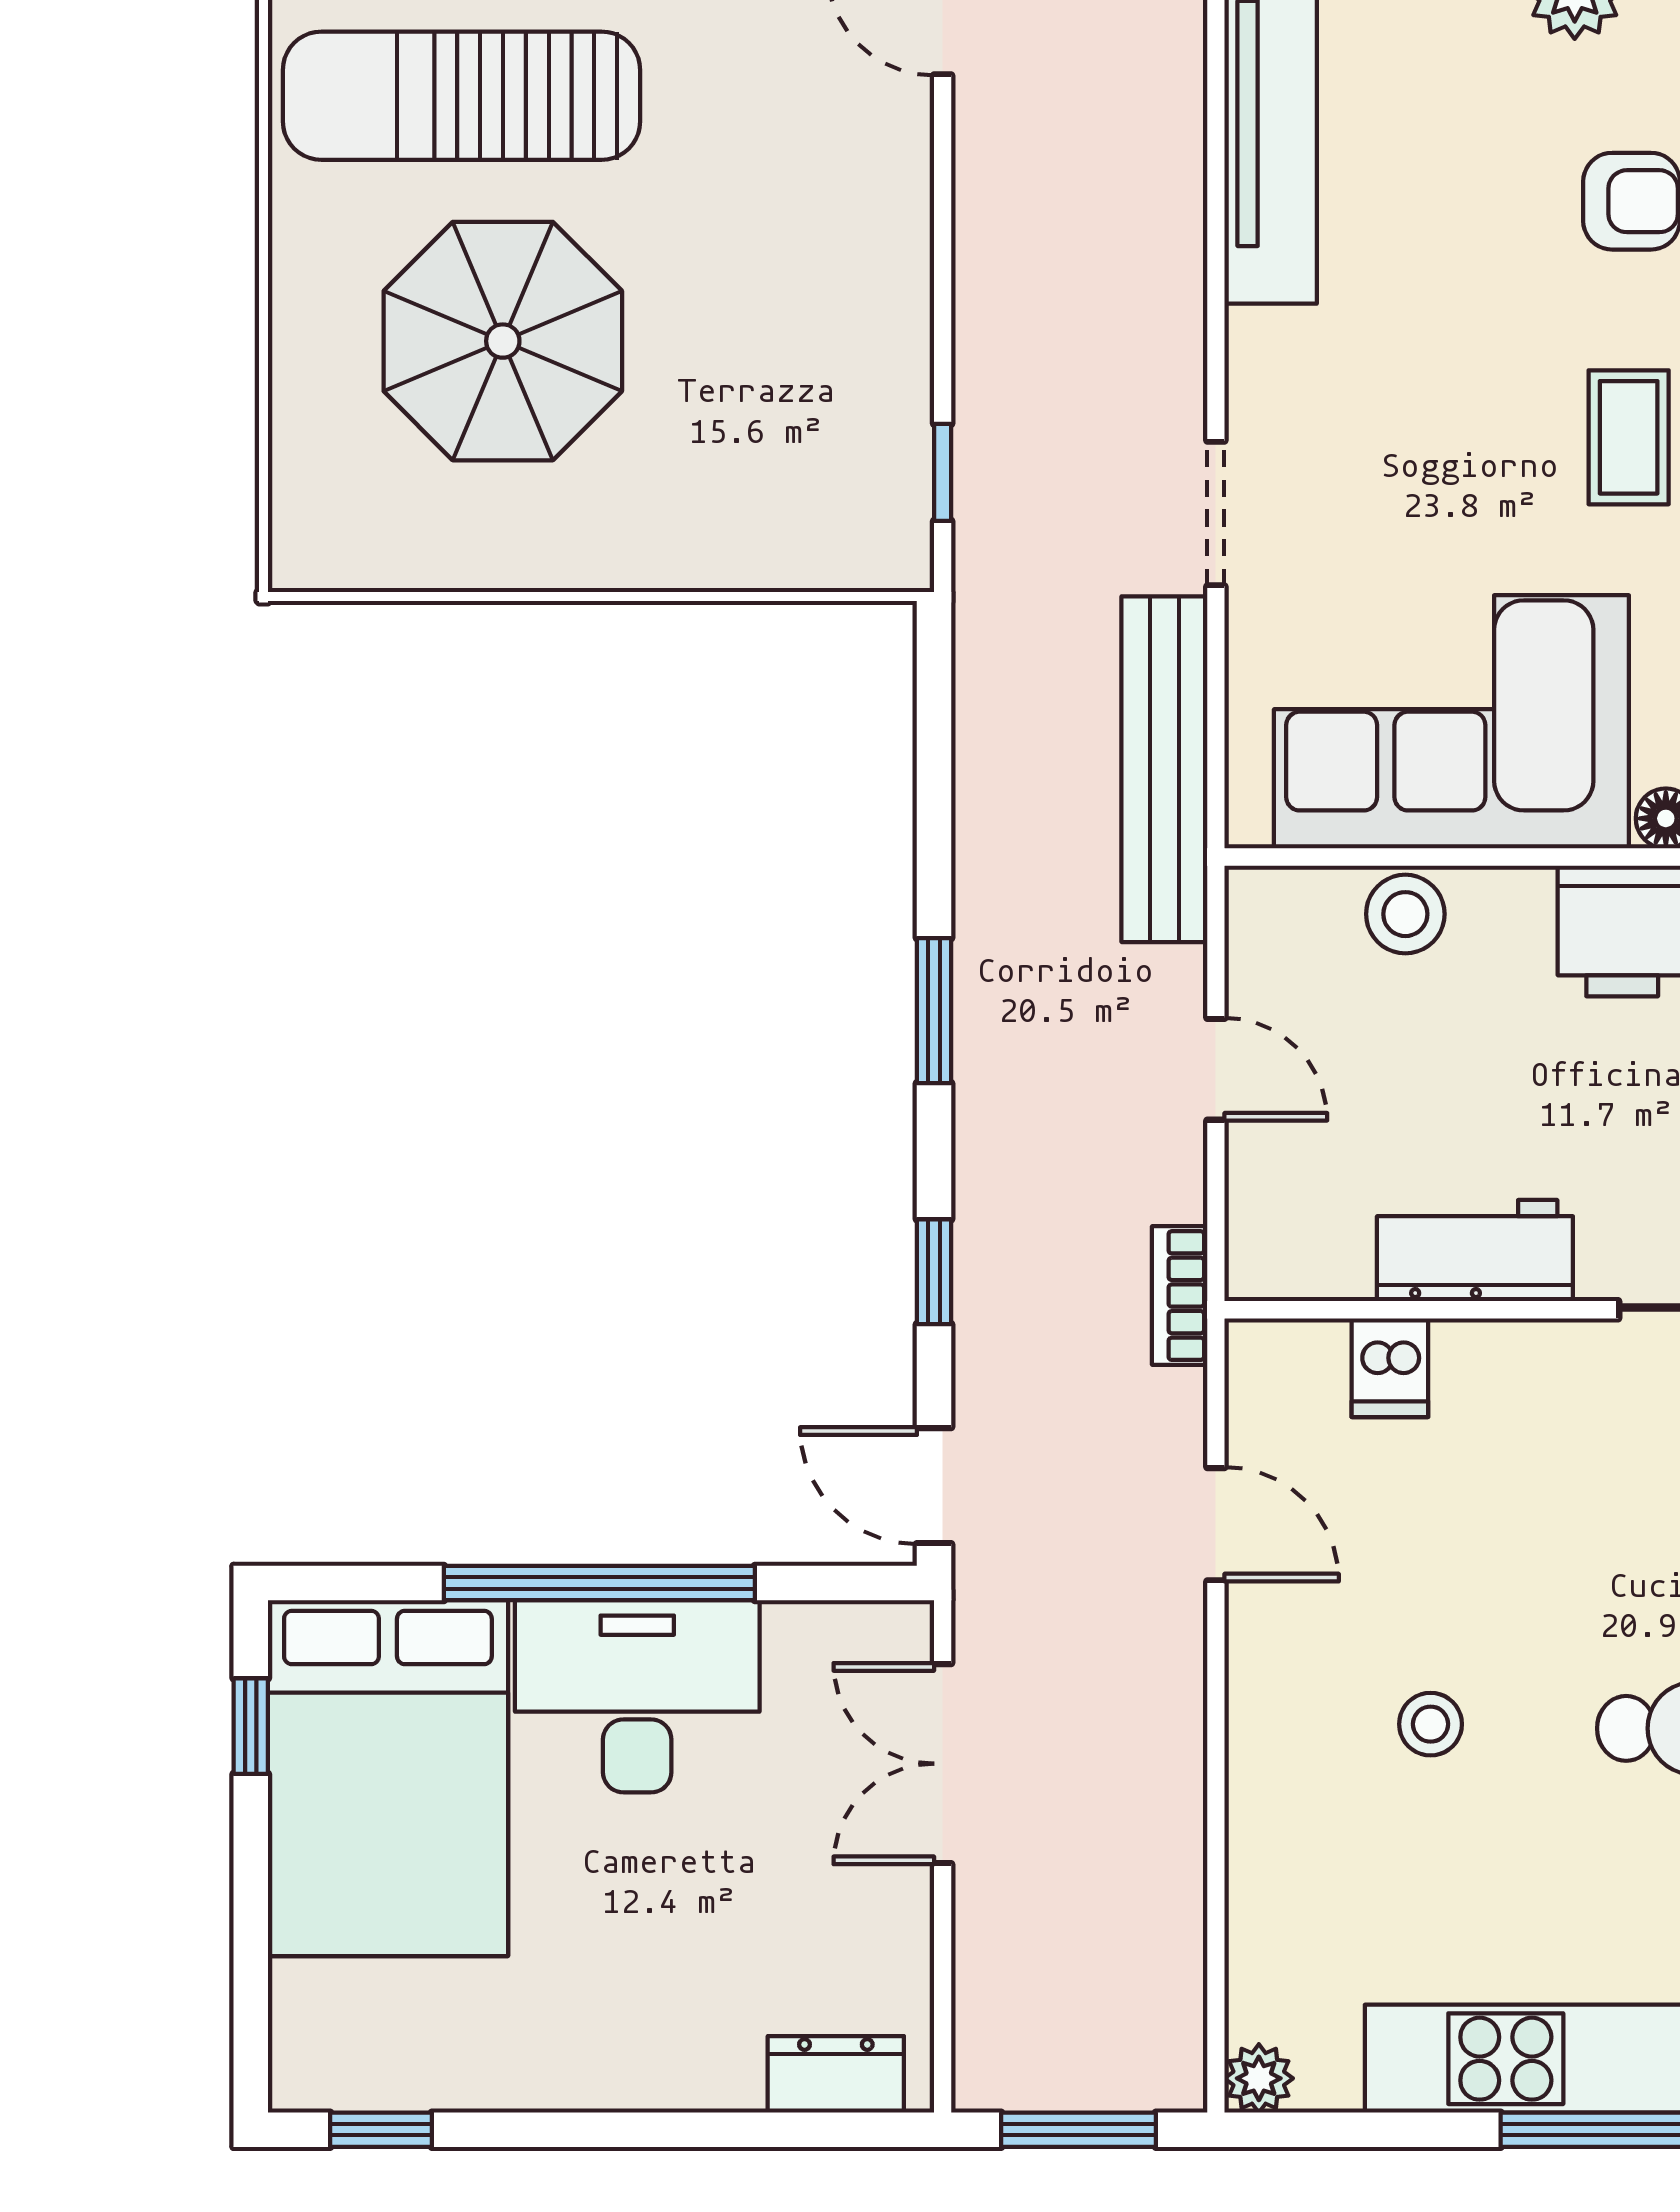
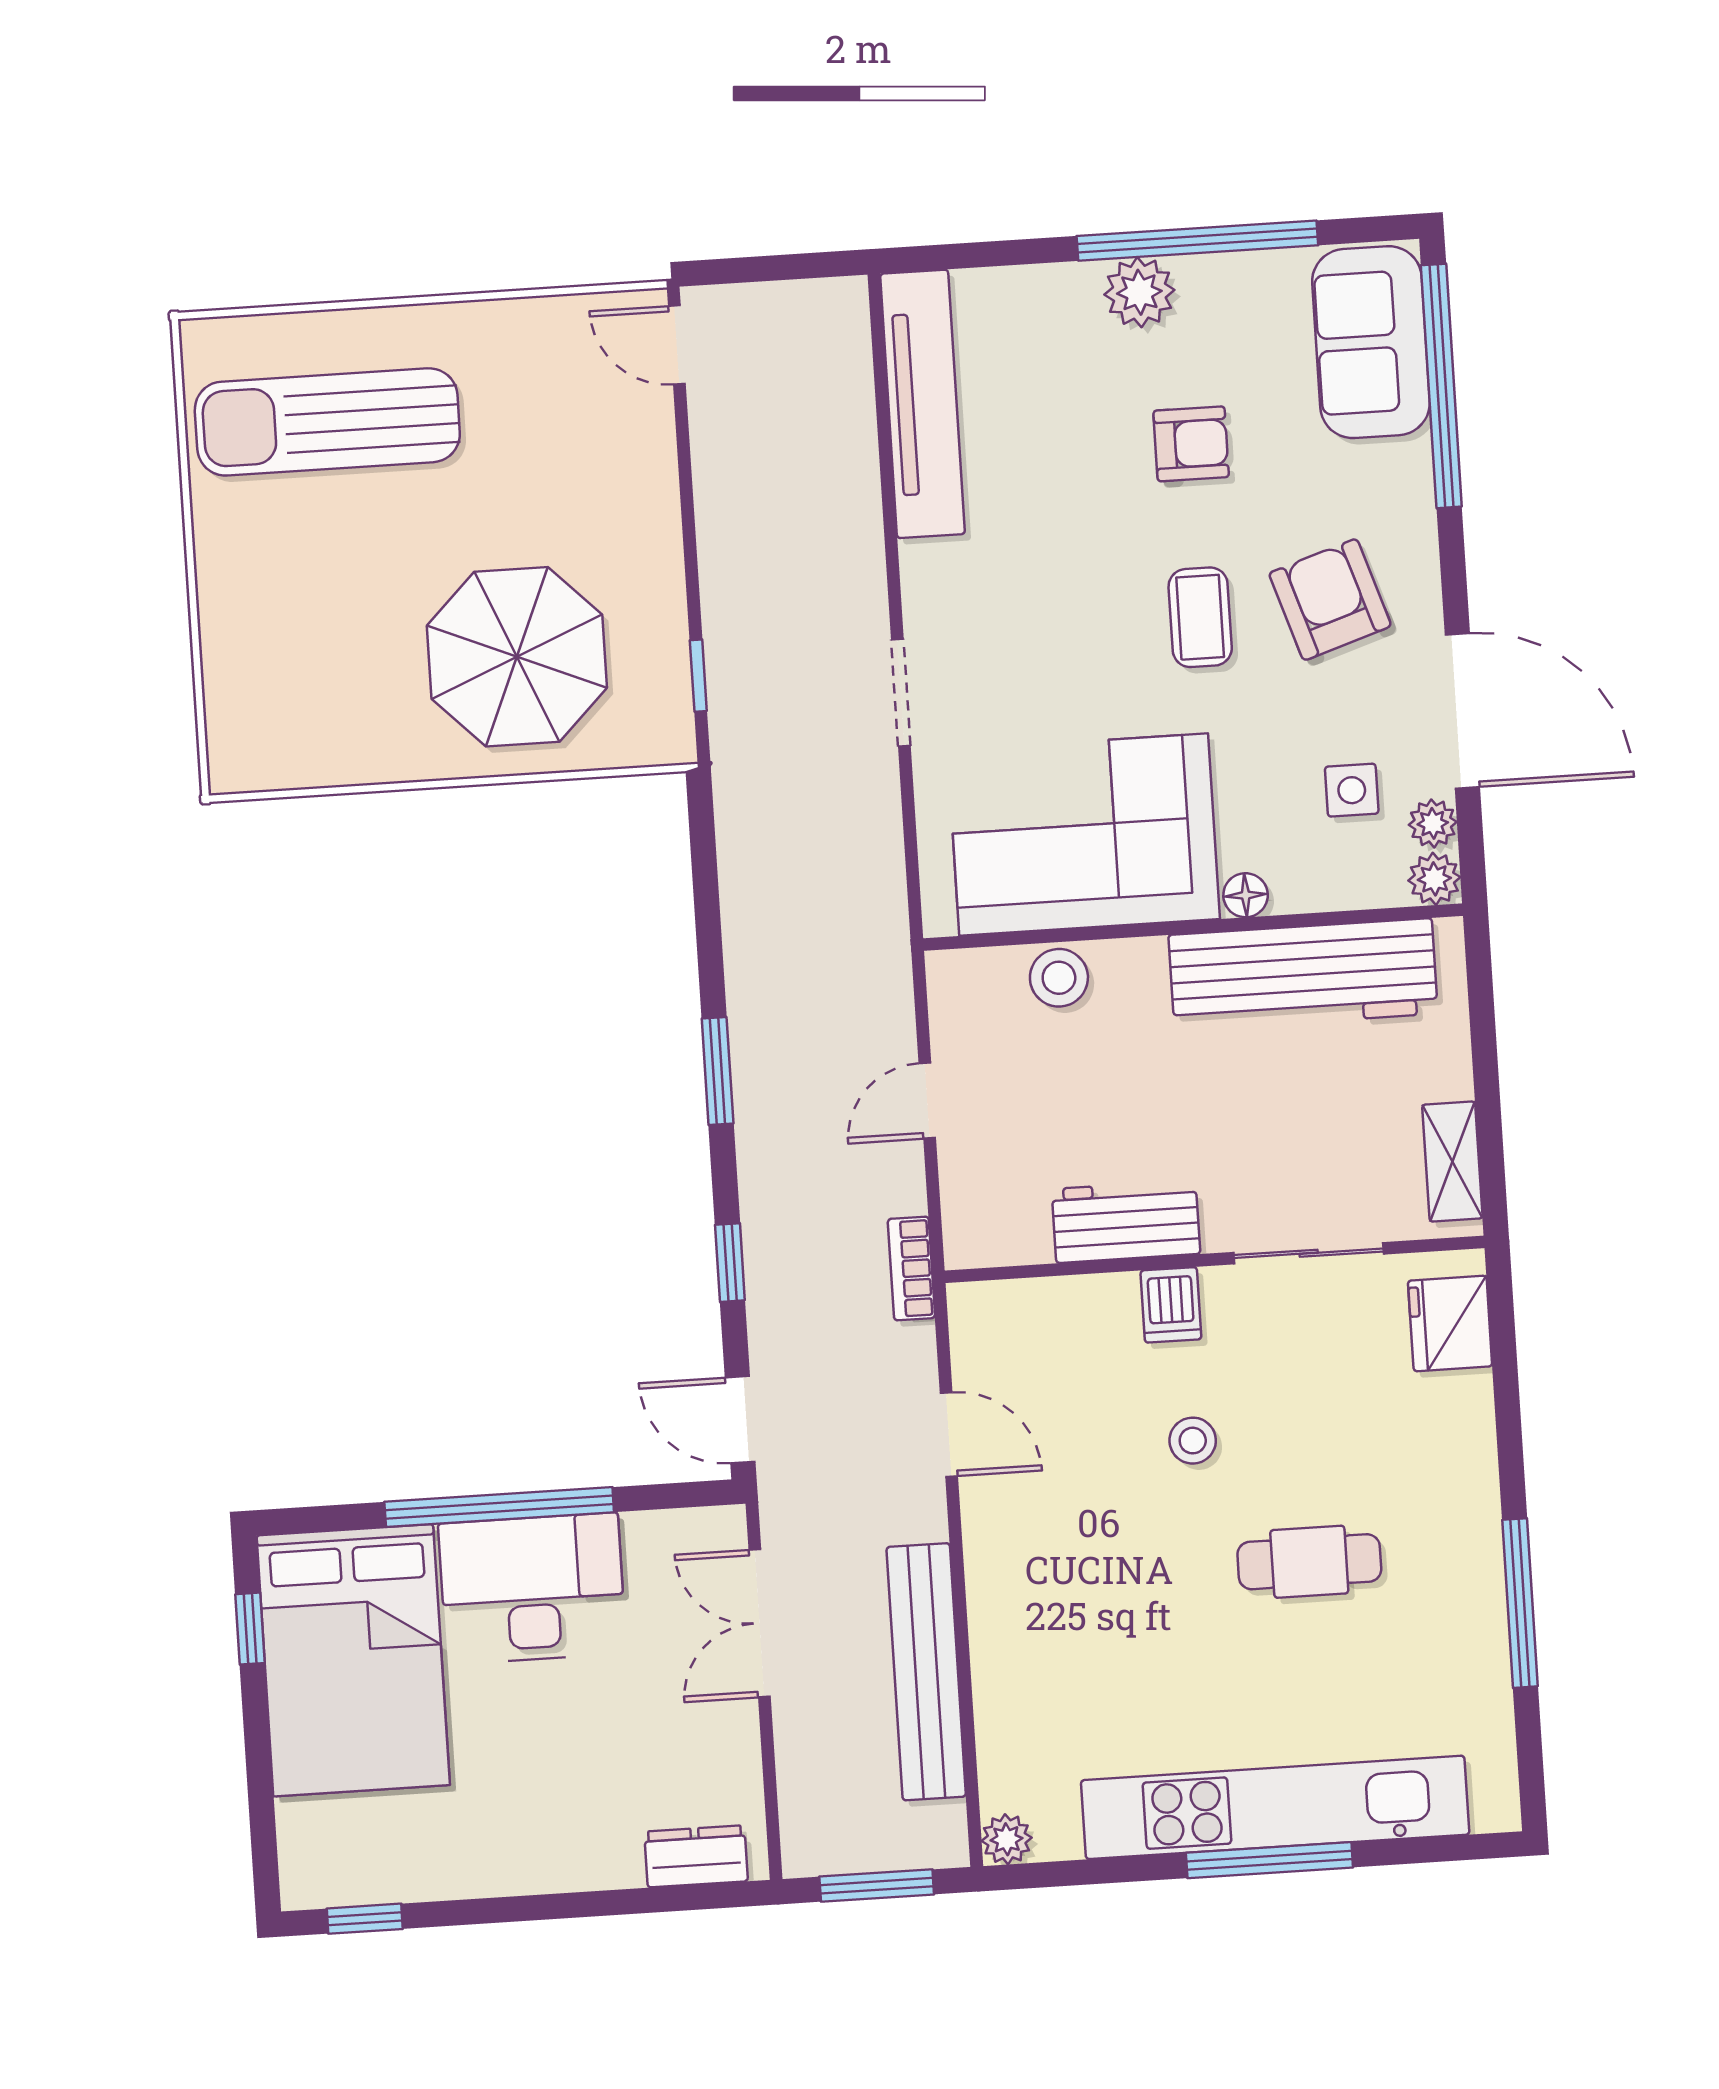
parasol: (503, 341) -> (517, 657), moved
bench: (1164, 769) -> (926, 1672), moved
door: (1216, 1069) -> (927, 1101), swing flipped
dishwasher: (1390, 1368) -> (1171, 1305), moved
stool: (1431, 1724) -> (1193, 1441), moved

